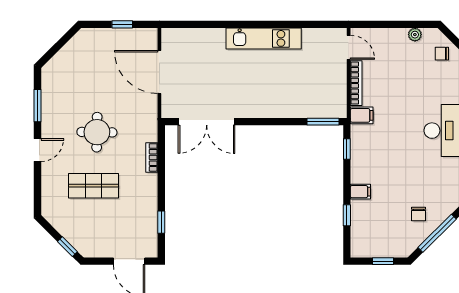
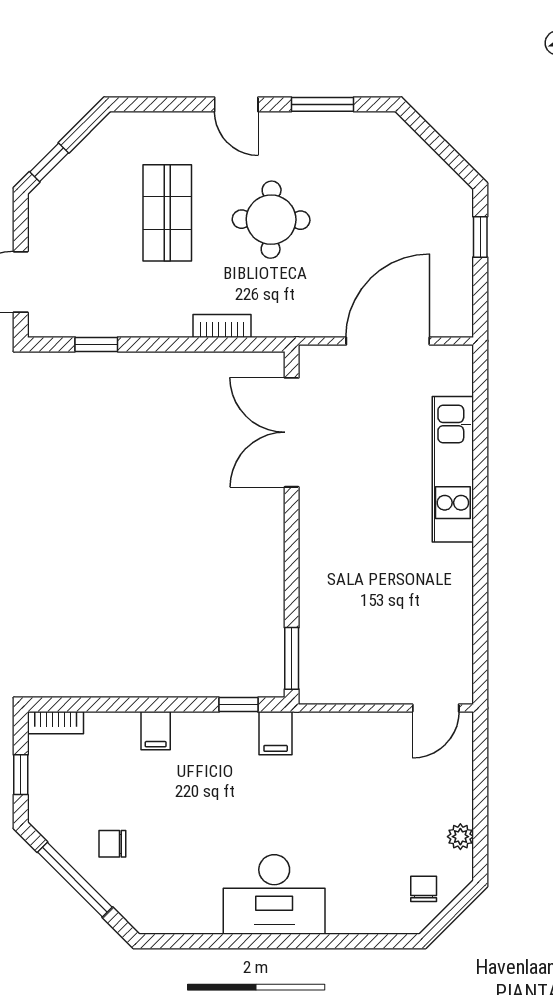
window: (122, 24) -> (480, 237), moved
kitchen unit: (264, 38) -> (453, 469), moved
bookcase: (356, 83) -> (55, 723), moved, width x0.64
filing cabinet: (362, 115) -> (276, 733), moved
window: (347, 215) -> (110, 705), removed

